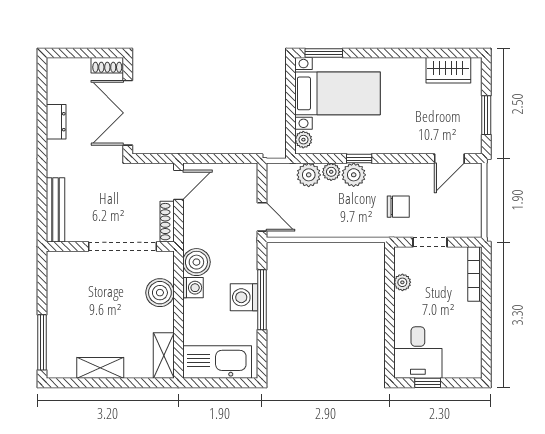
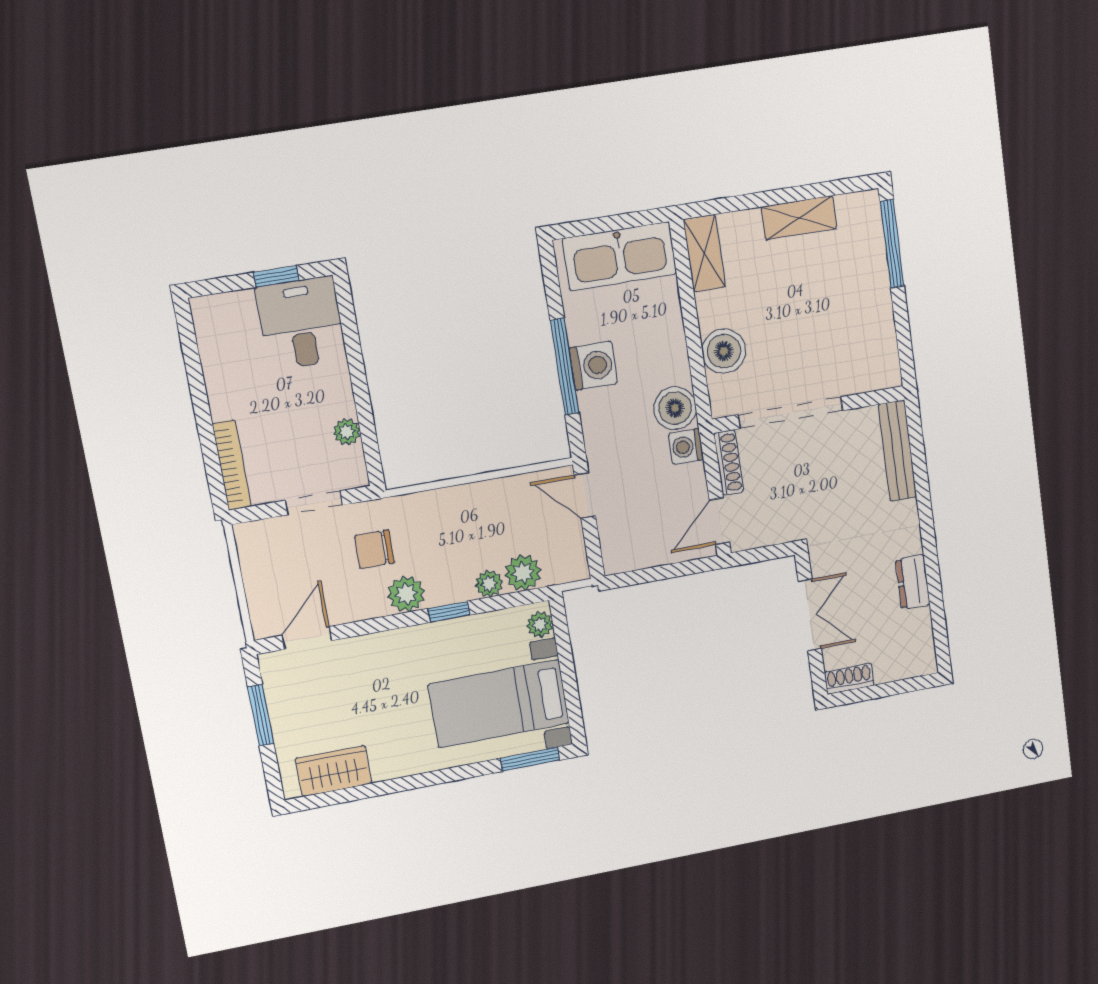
double door: (128, 113) -> (810, 615), width x0.73
plant: (354, 175) -> (406, 594), moved
washing machine: (193, 288) -> (686, 447), moved

